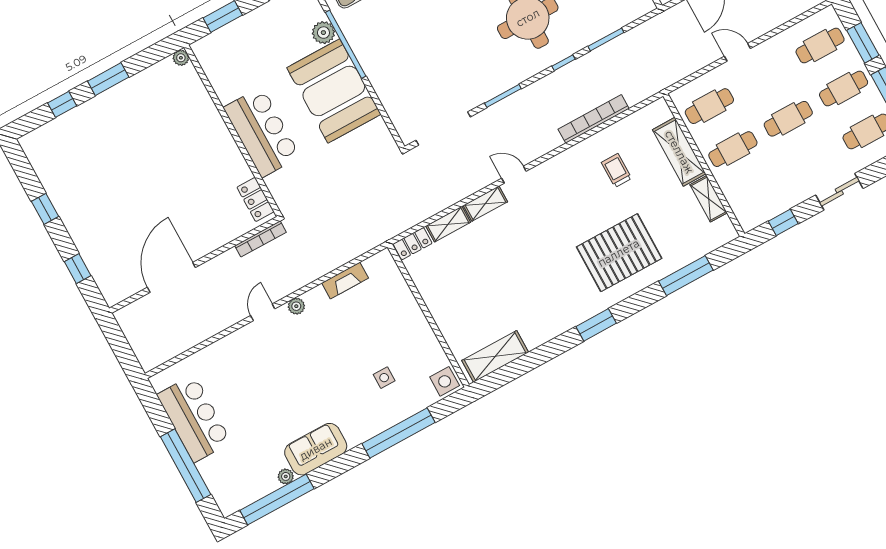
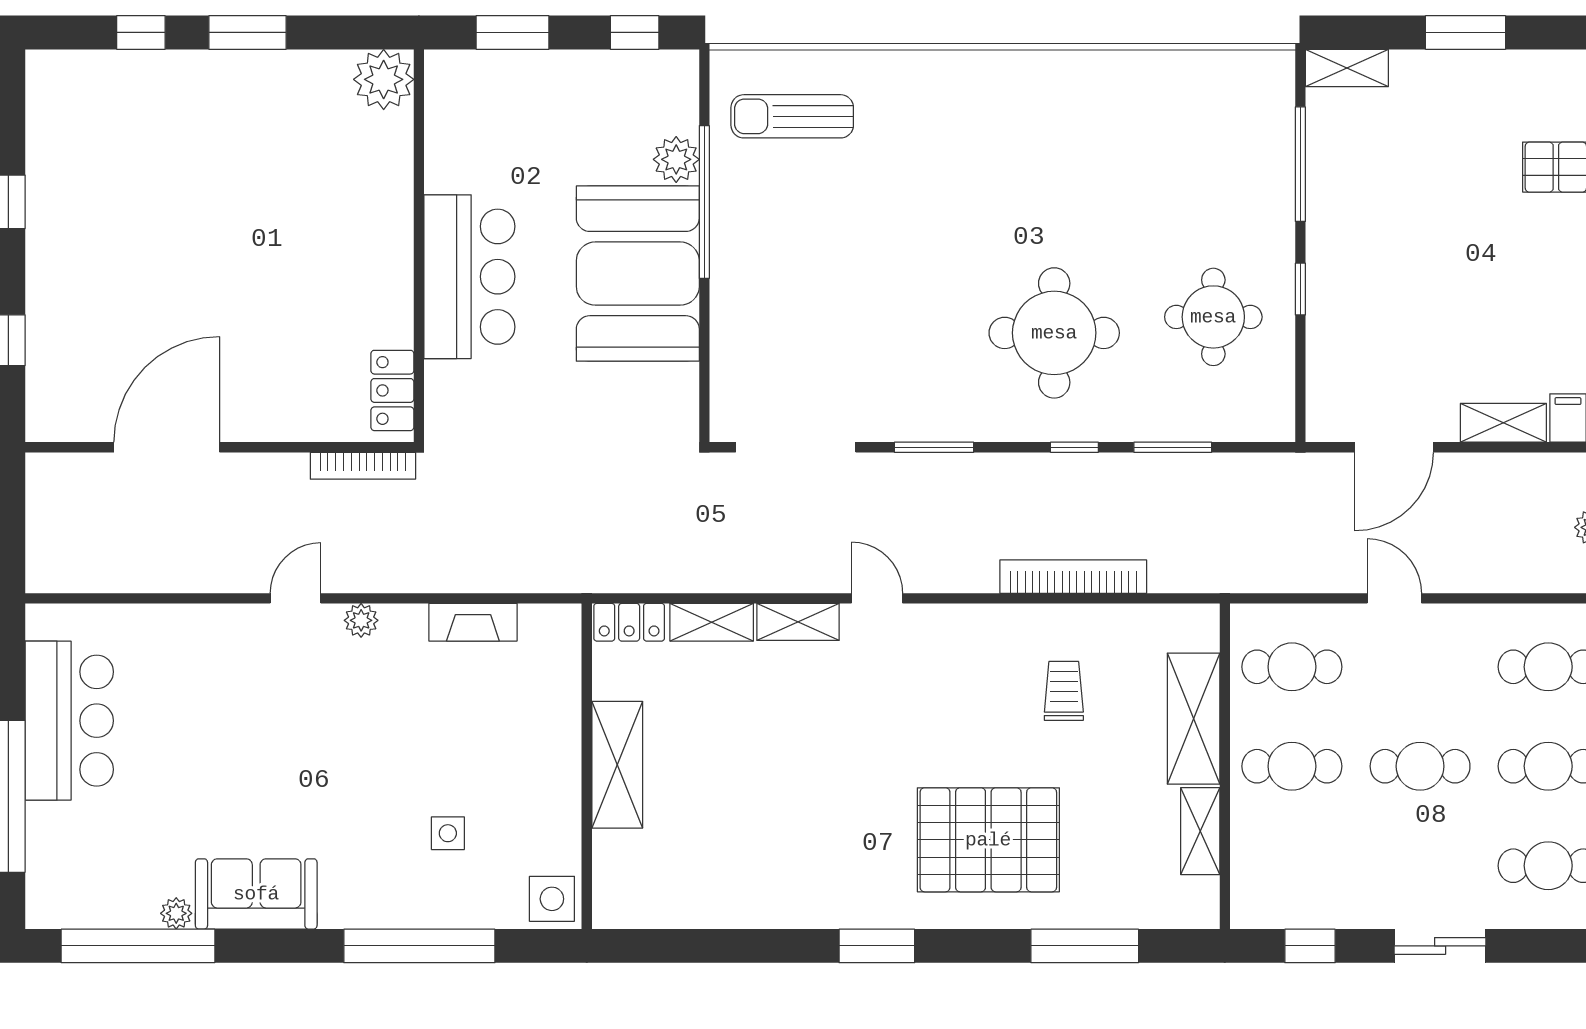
plant: (181, 58) -> (384, 79), width x1.87, depth x1.87
shelving: (495, 356) -> (617, 765), moved, turned 90

